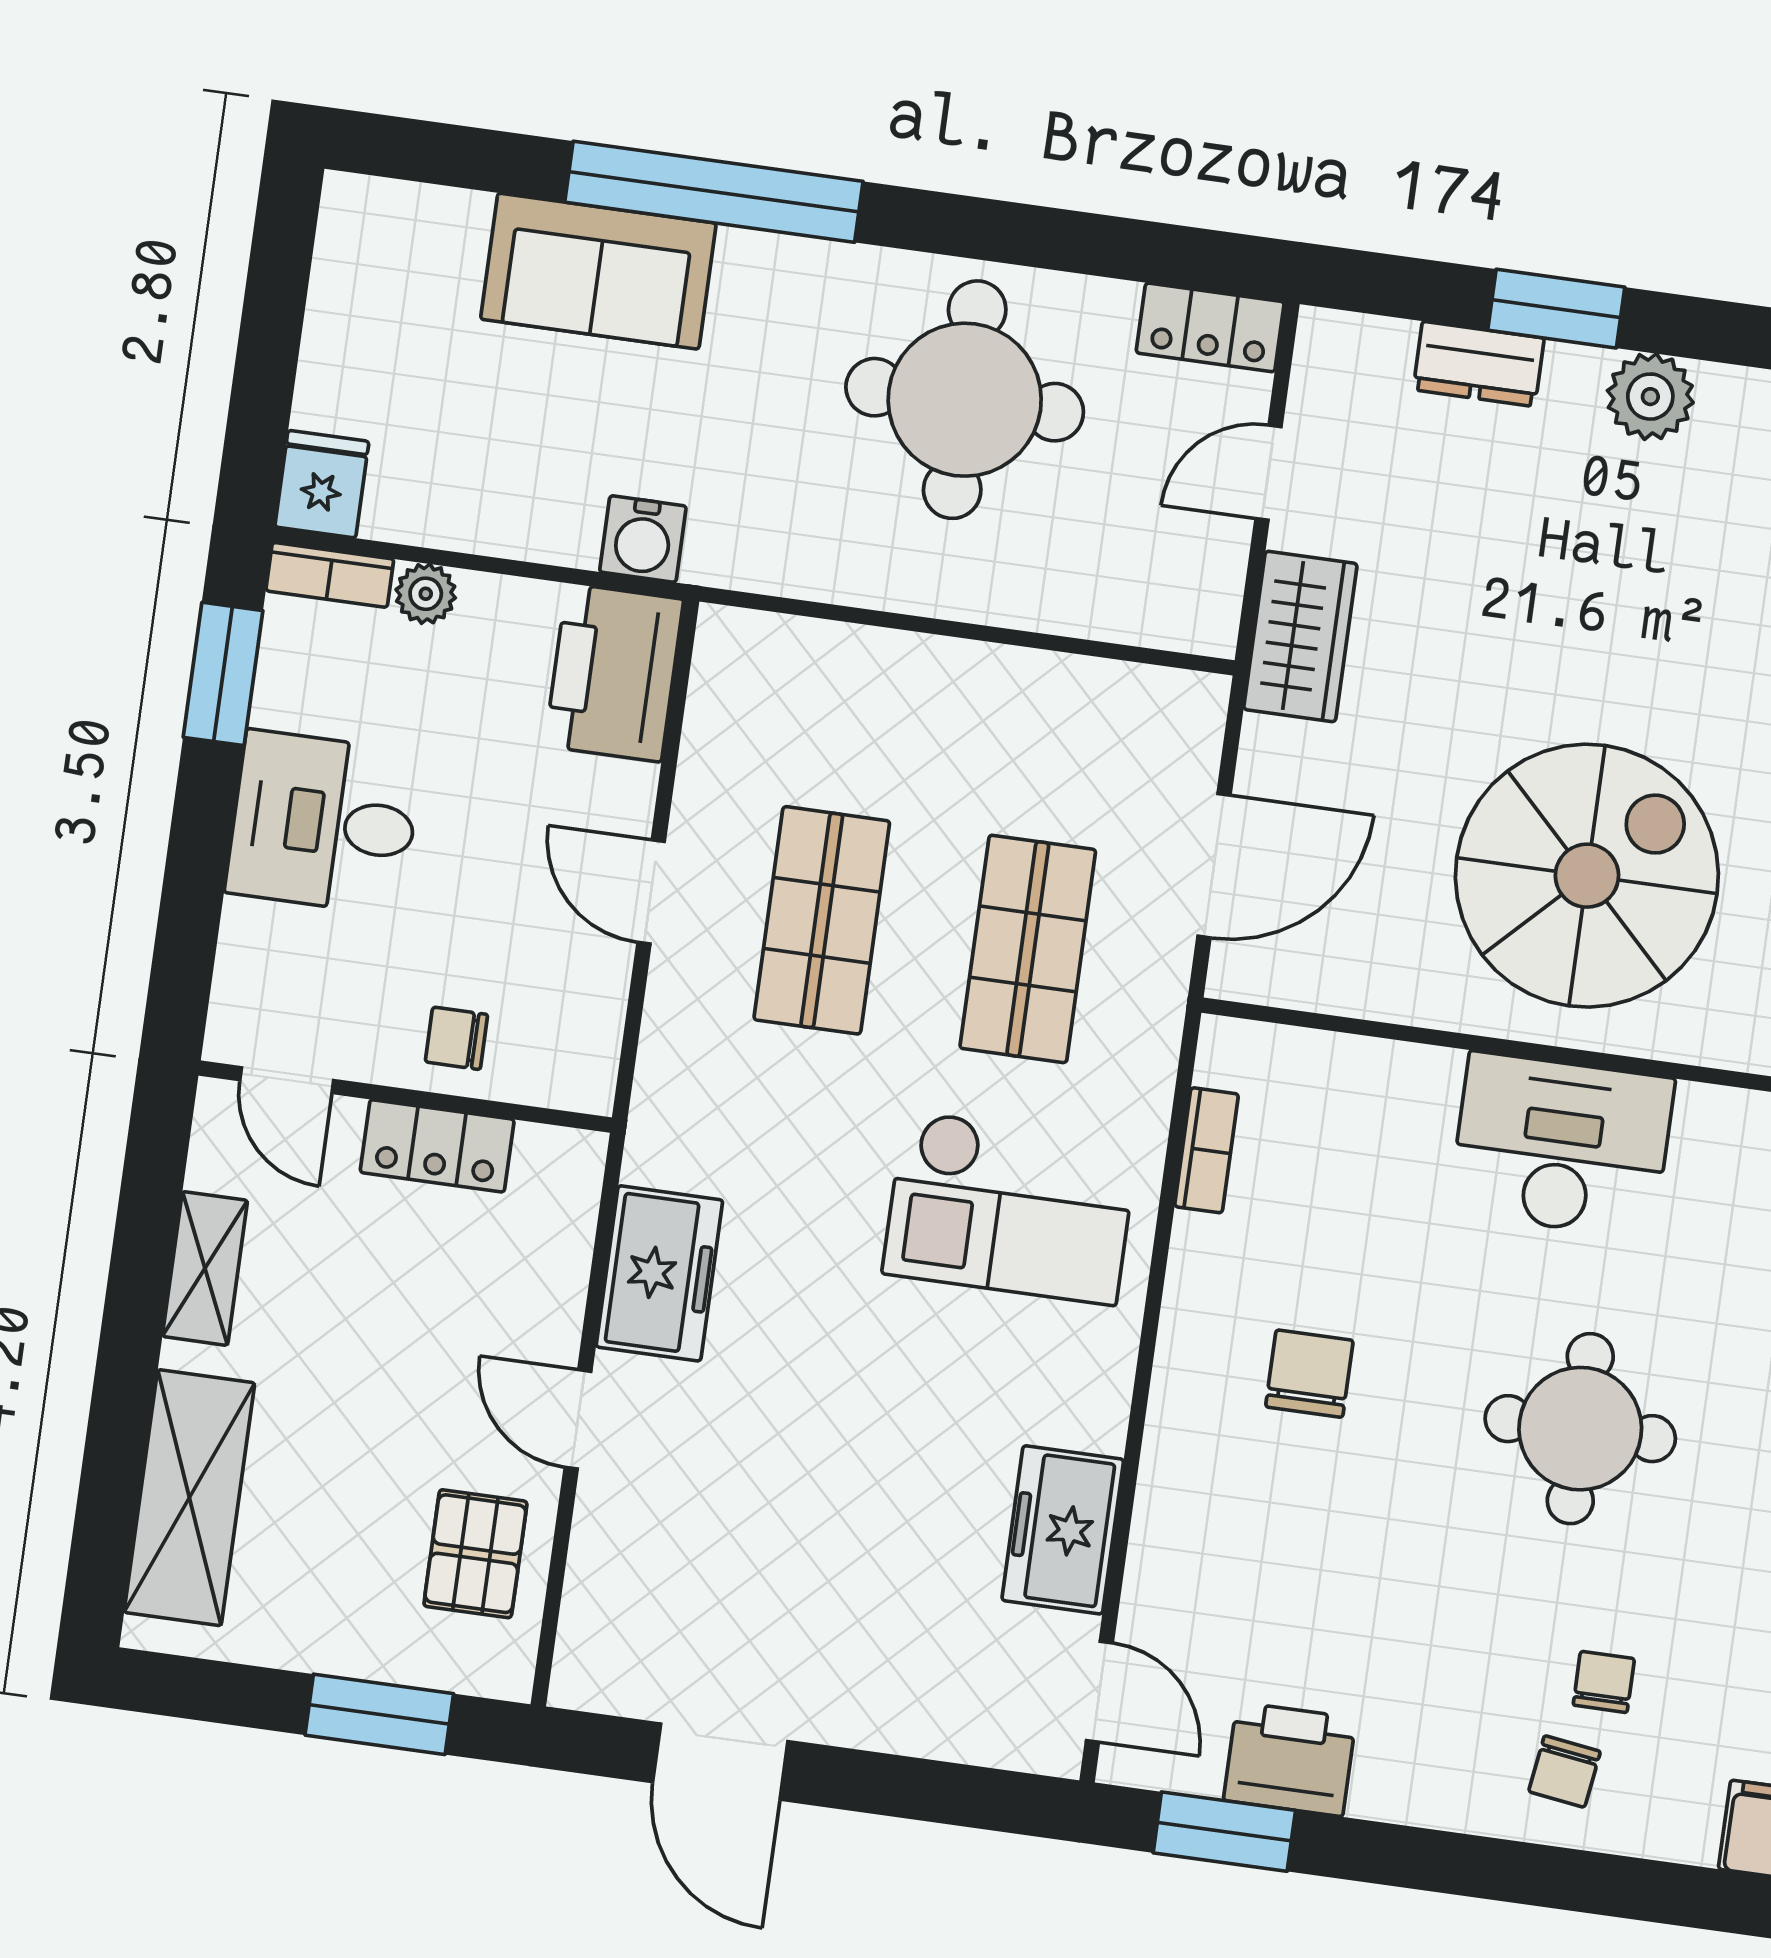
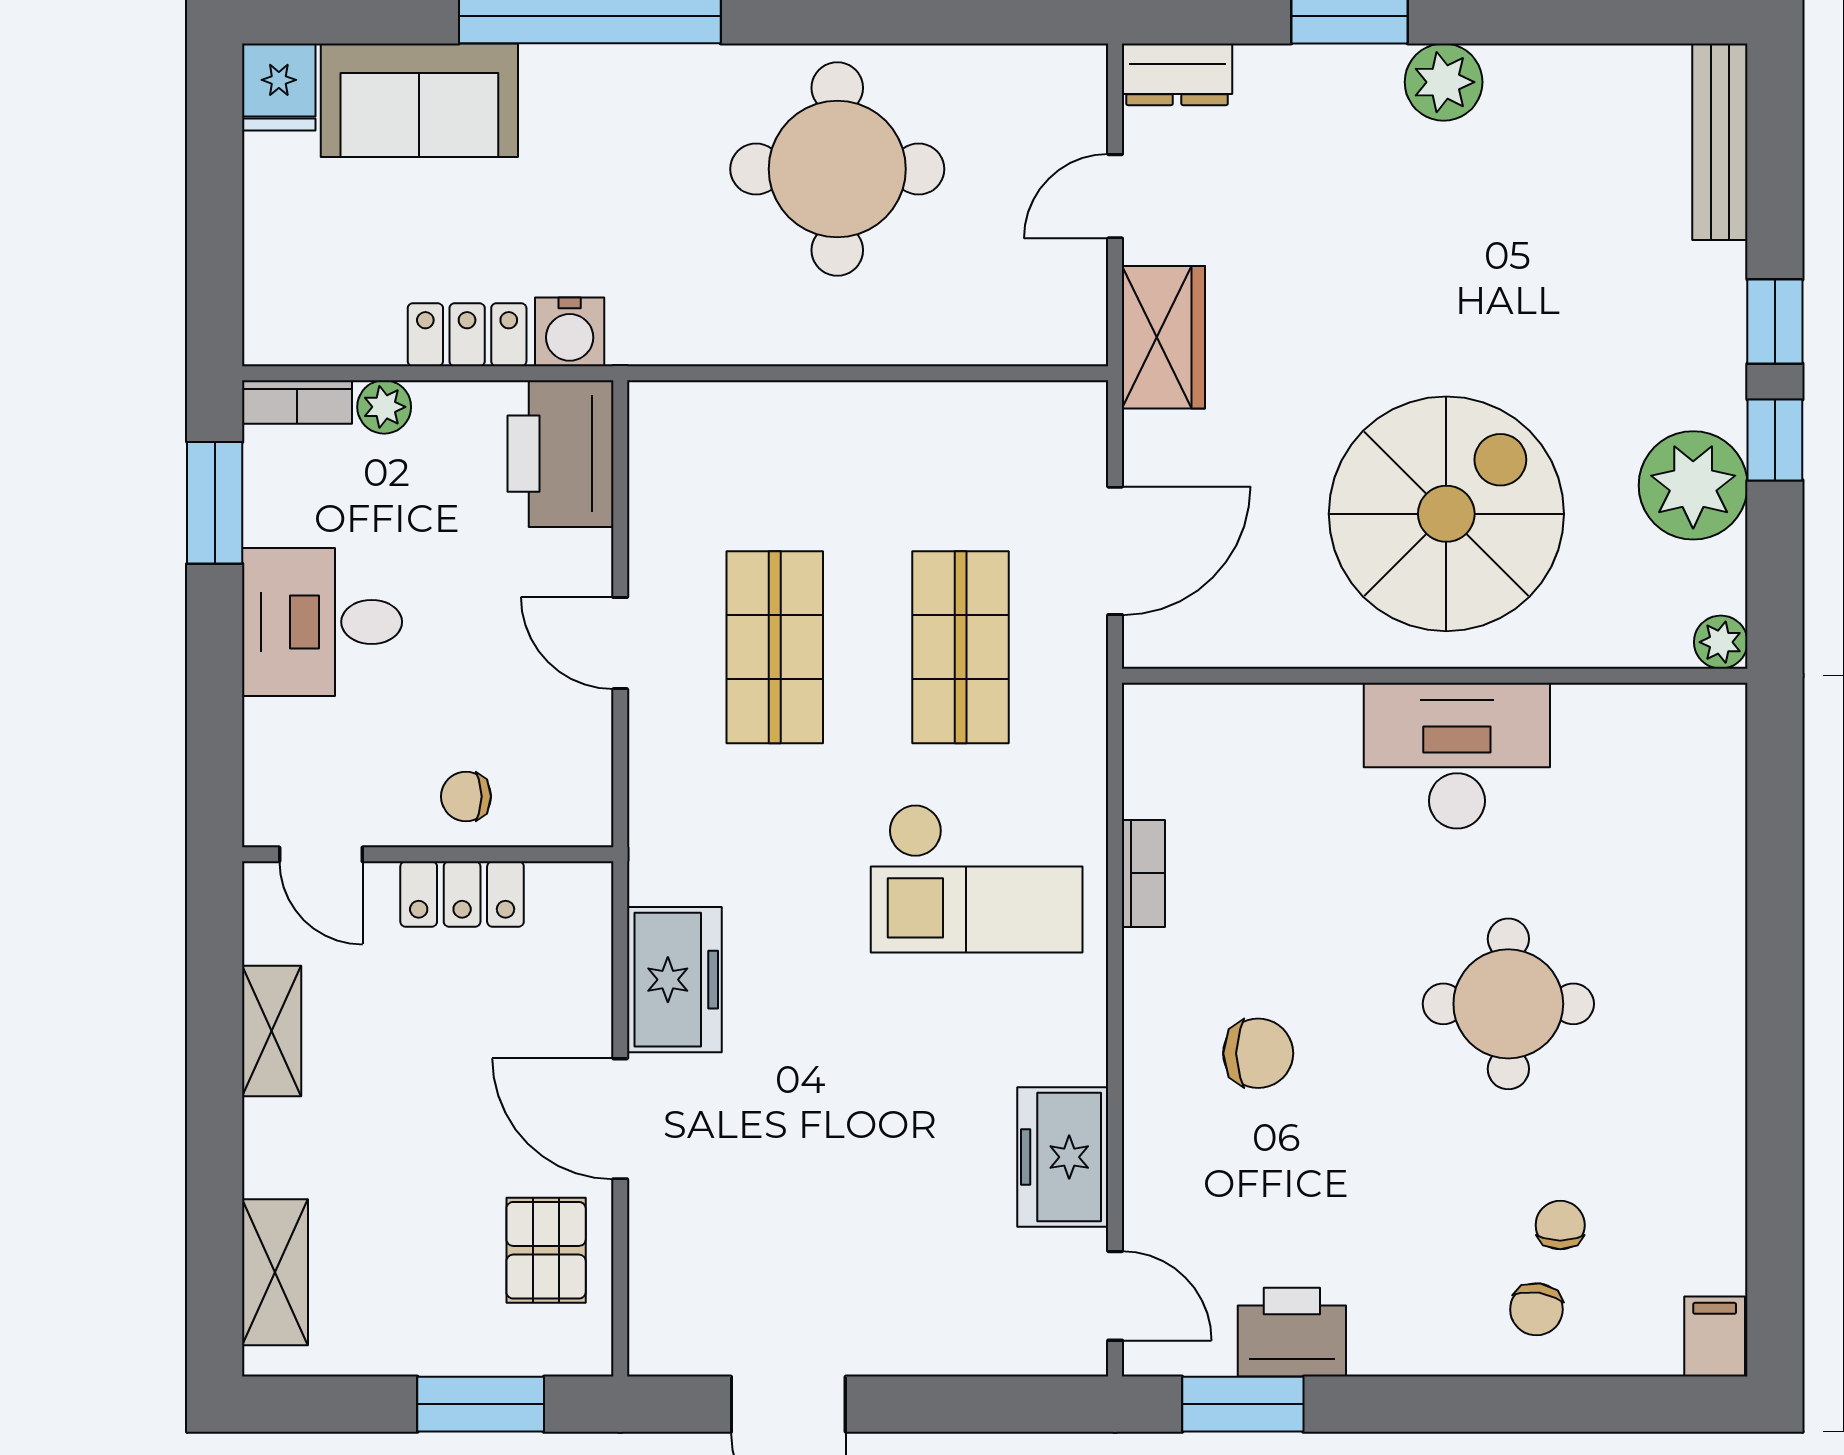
sofa: (598, 271) -> (419, 100), moved
locker: (1210, 327) -> (467, 335), moved, turned 180
dresser: (1479, 364) -> (1177, 74), moved
fridge: (322, 484) -> (279, 87), moved, turned 180
bookcase: (1207, 1150) -> (1143, 873), moved
chair: (1309, 1374) -> (1258, 1053), moved, turned 90
door: (578, 1419) -> (620, 1119), width x1.38
shelving: (189, 1498) -> (275, 1272), width x0.67, depth x0.75

